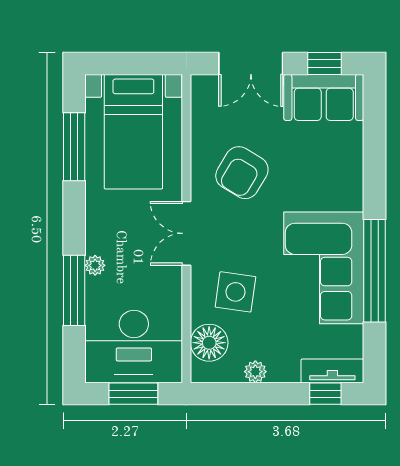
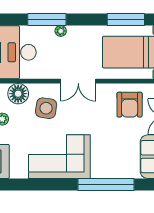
armchair: (242, 173) -> (130, 105), moved, turned -121
double door: (186, 233) -> (78, 81), swing flipped
window: (374, 271) -> (106, 185), moved

